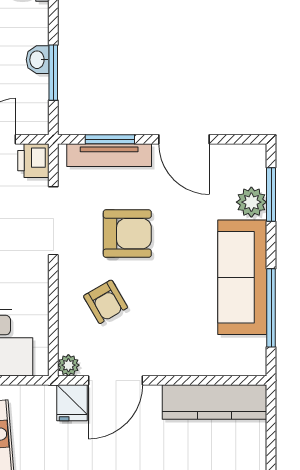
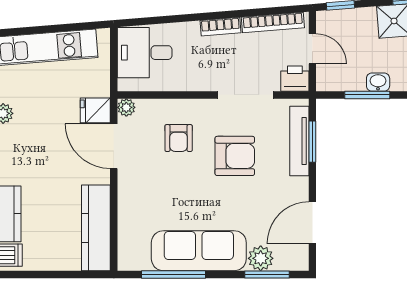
door: (184, 139) -> (312, 223), moved
armchair: (127, 234) -> (235, 156), turned -90
armchair: (106, 302) -> (179, 138), turned -60

